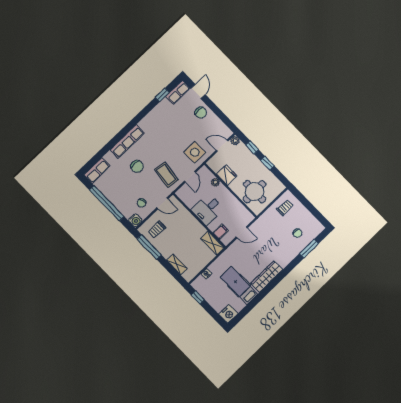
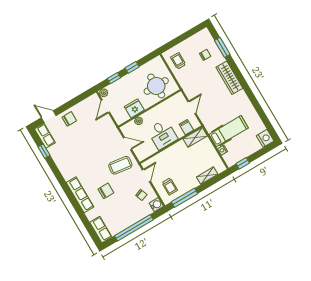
side table: (195, 152) -> (106, 134), removed
wardrobe: (267, 277) -> (229, 78), moved
hospital bed: (239, 286) -> (229, 131), moved, turned 180

